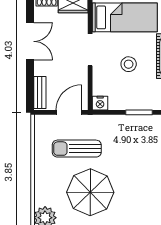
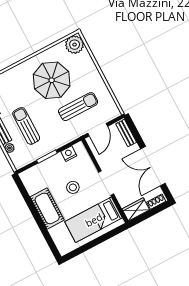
double door: (30, 41) -> (153, 166), width x1.37
nightstand: (100, 103) -> (69, 154), moved
sun lounger: (144, 157) -> (26, 126), added

